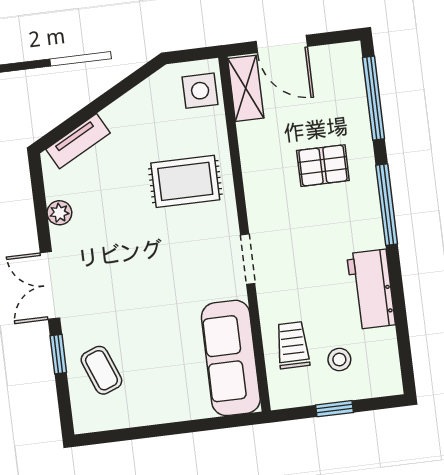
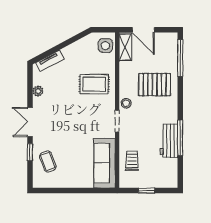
pallet: (323, 166) -> (155, 85), width x1.50, depth x1.42
window: (387, 205) -> (180, 138), moved
stool: (339, 359) -> (126, 103), moved

